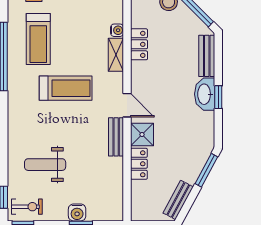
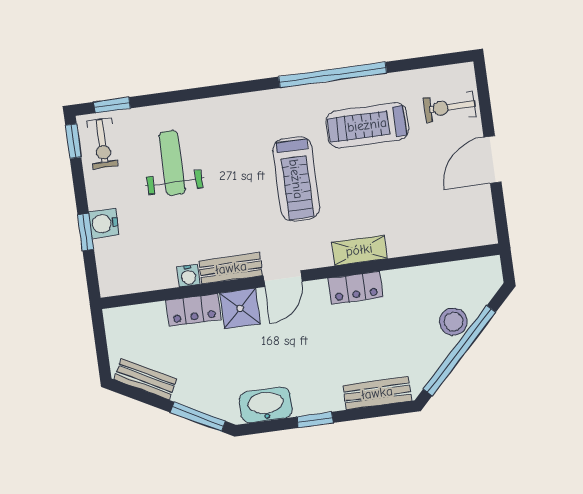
water cooler: (117, 30) -> (188, 276), moved
locker: (139, 44) -> (355, 288), moved
washbasin: (205, 94) -> (266, 405), moved

